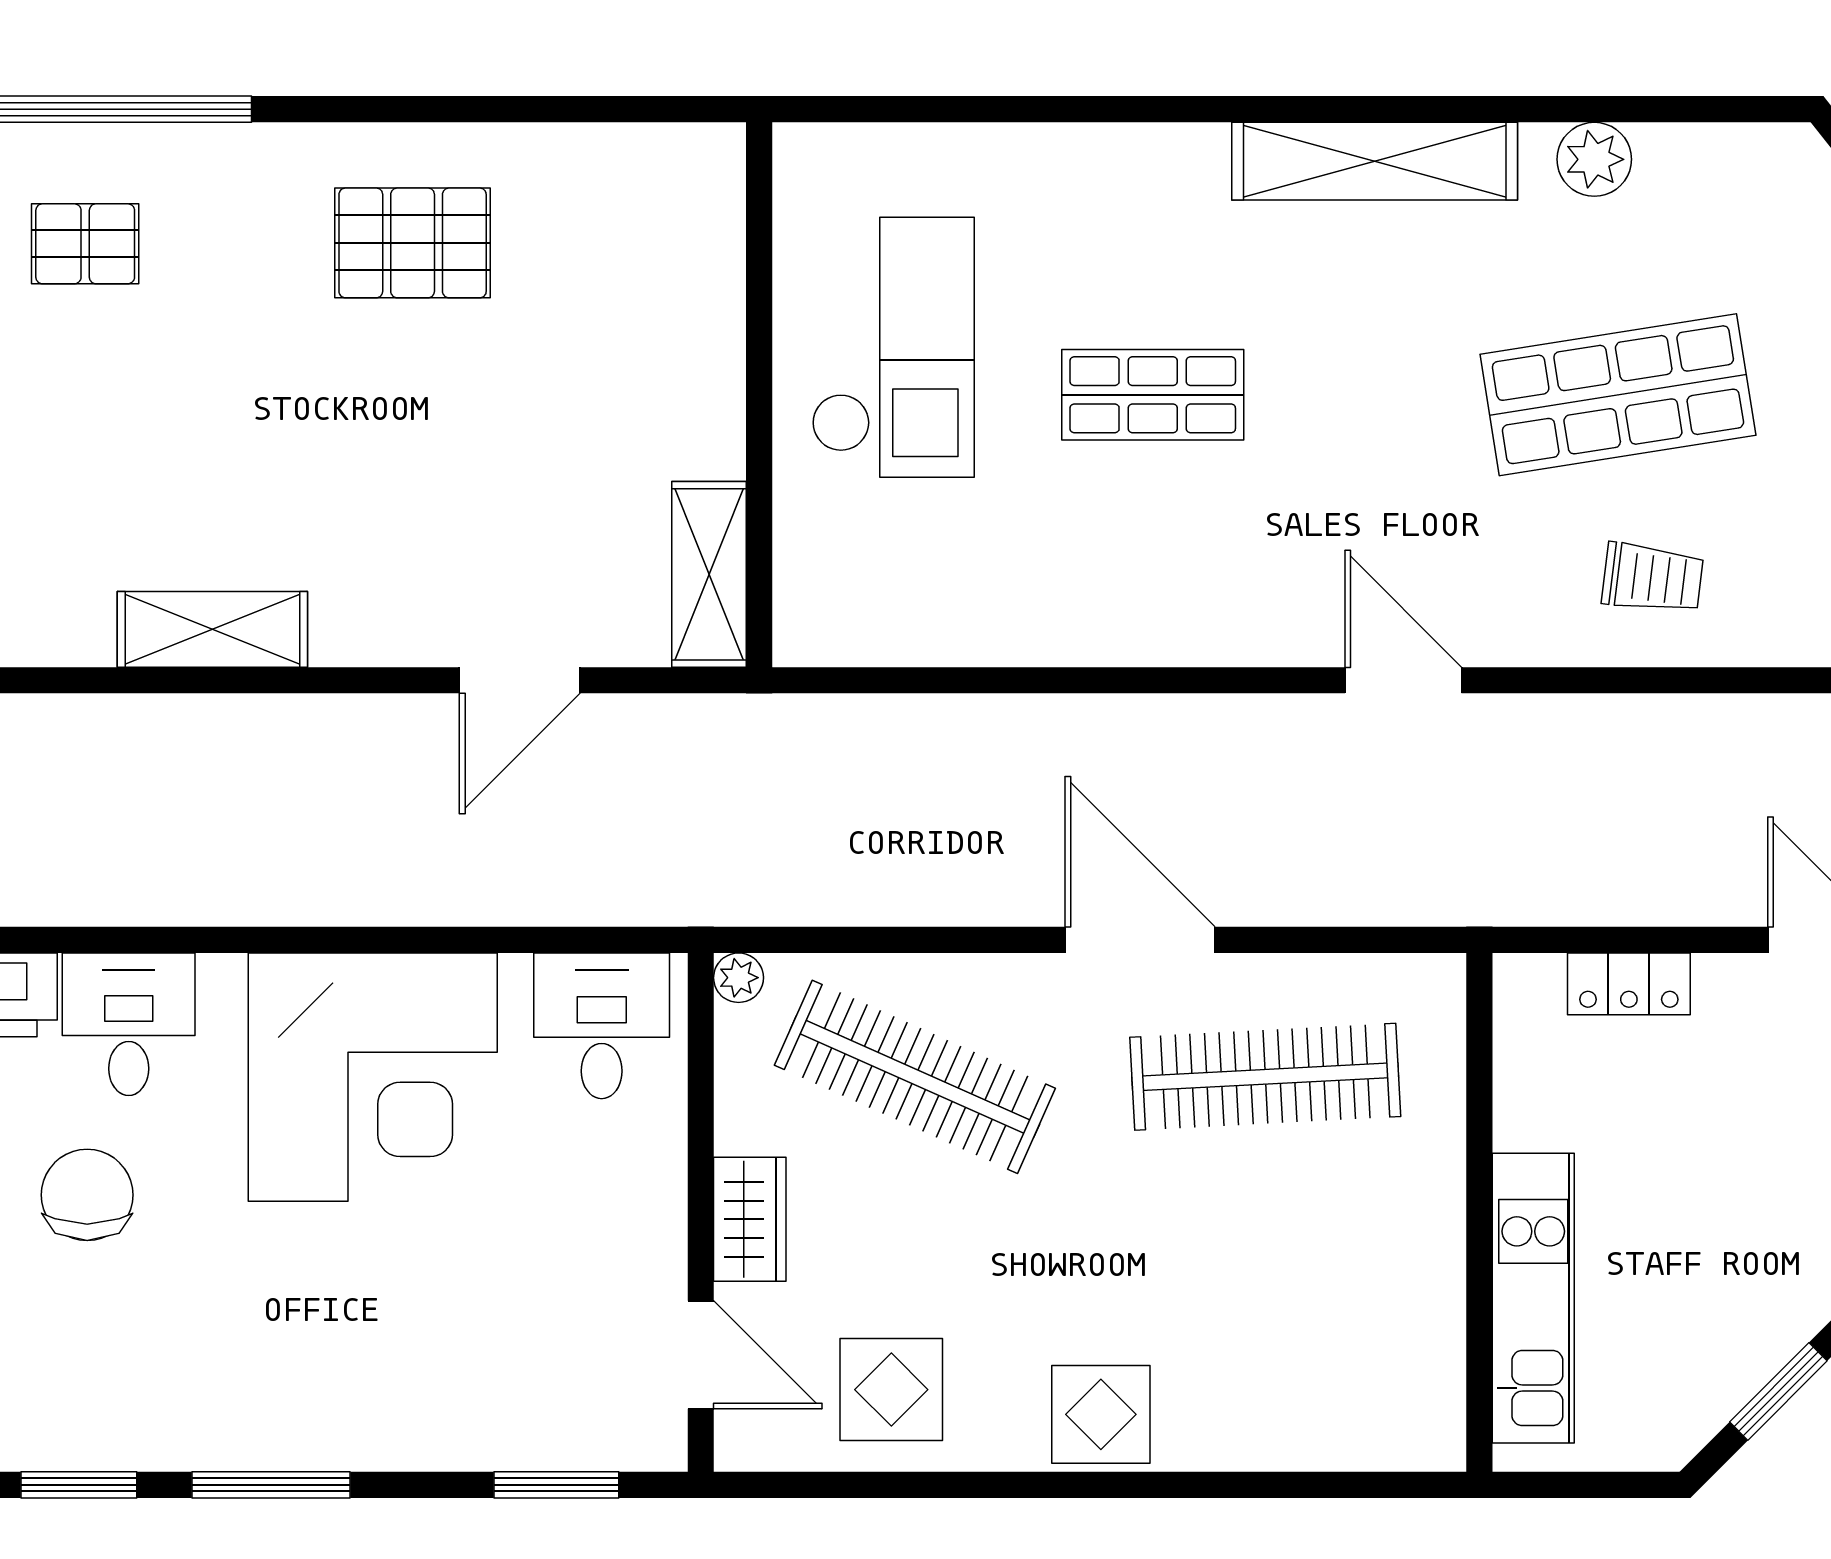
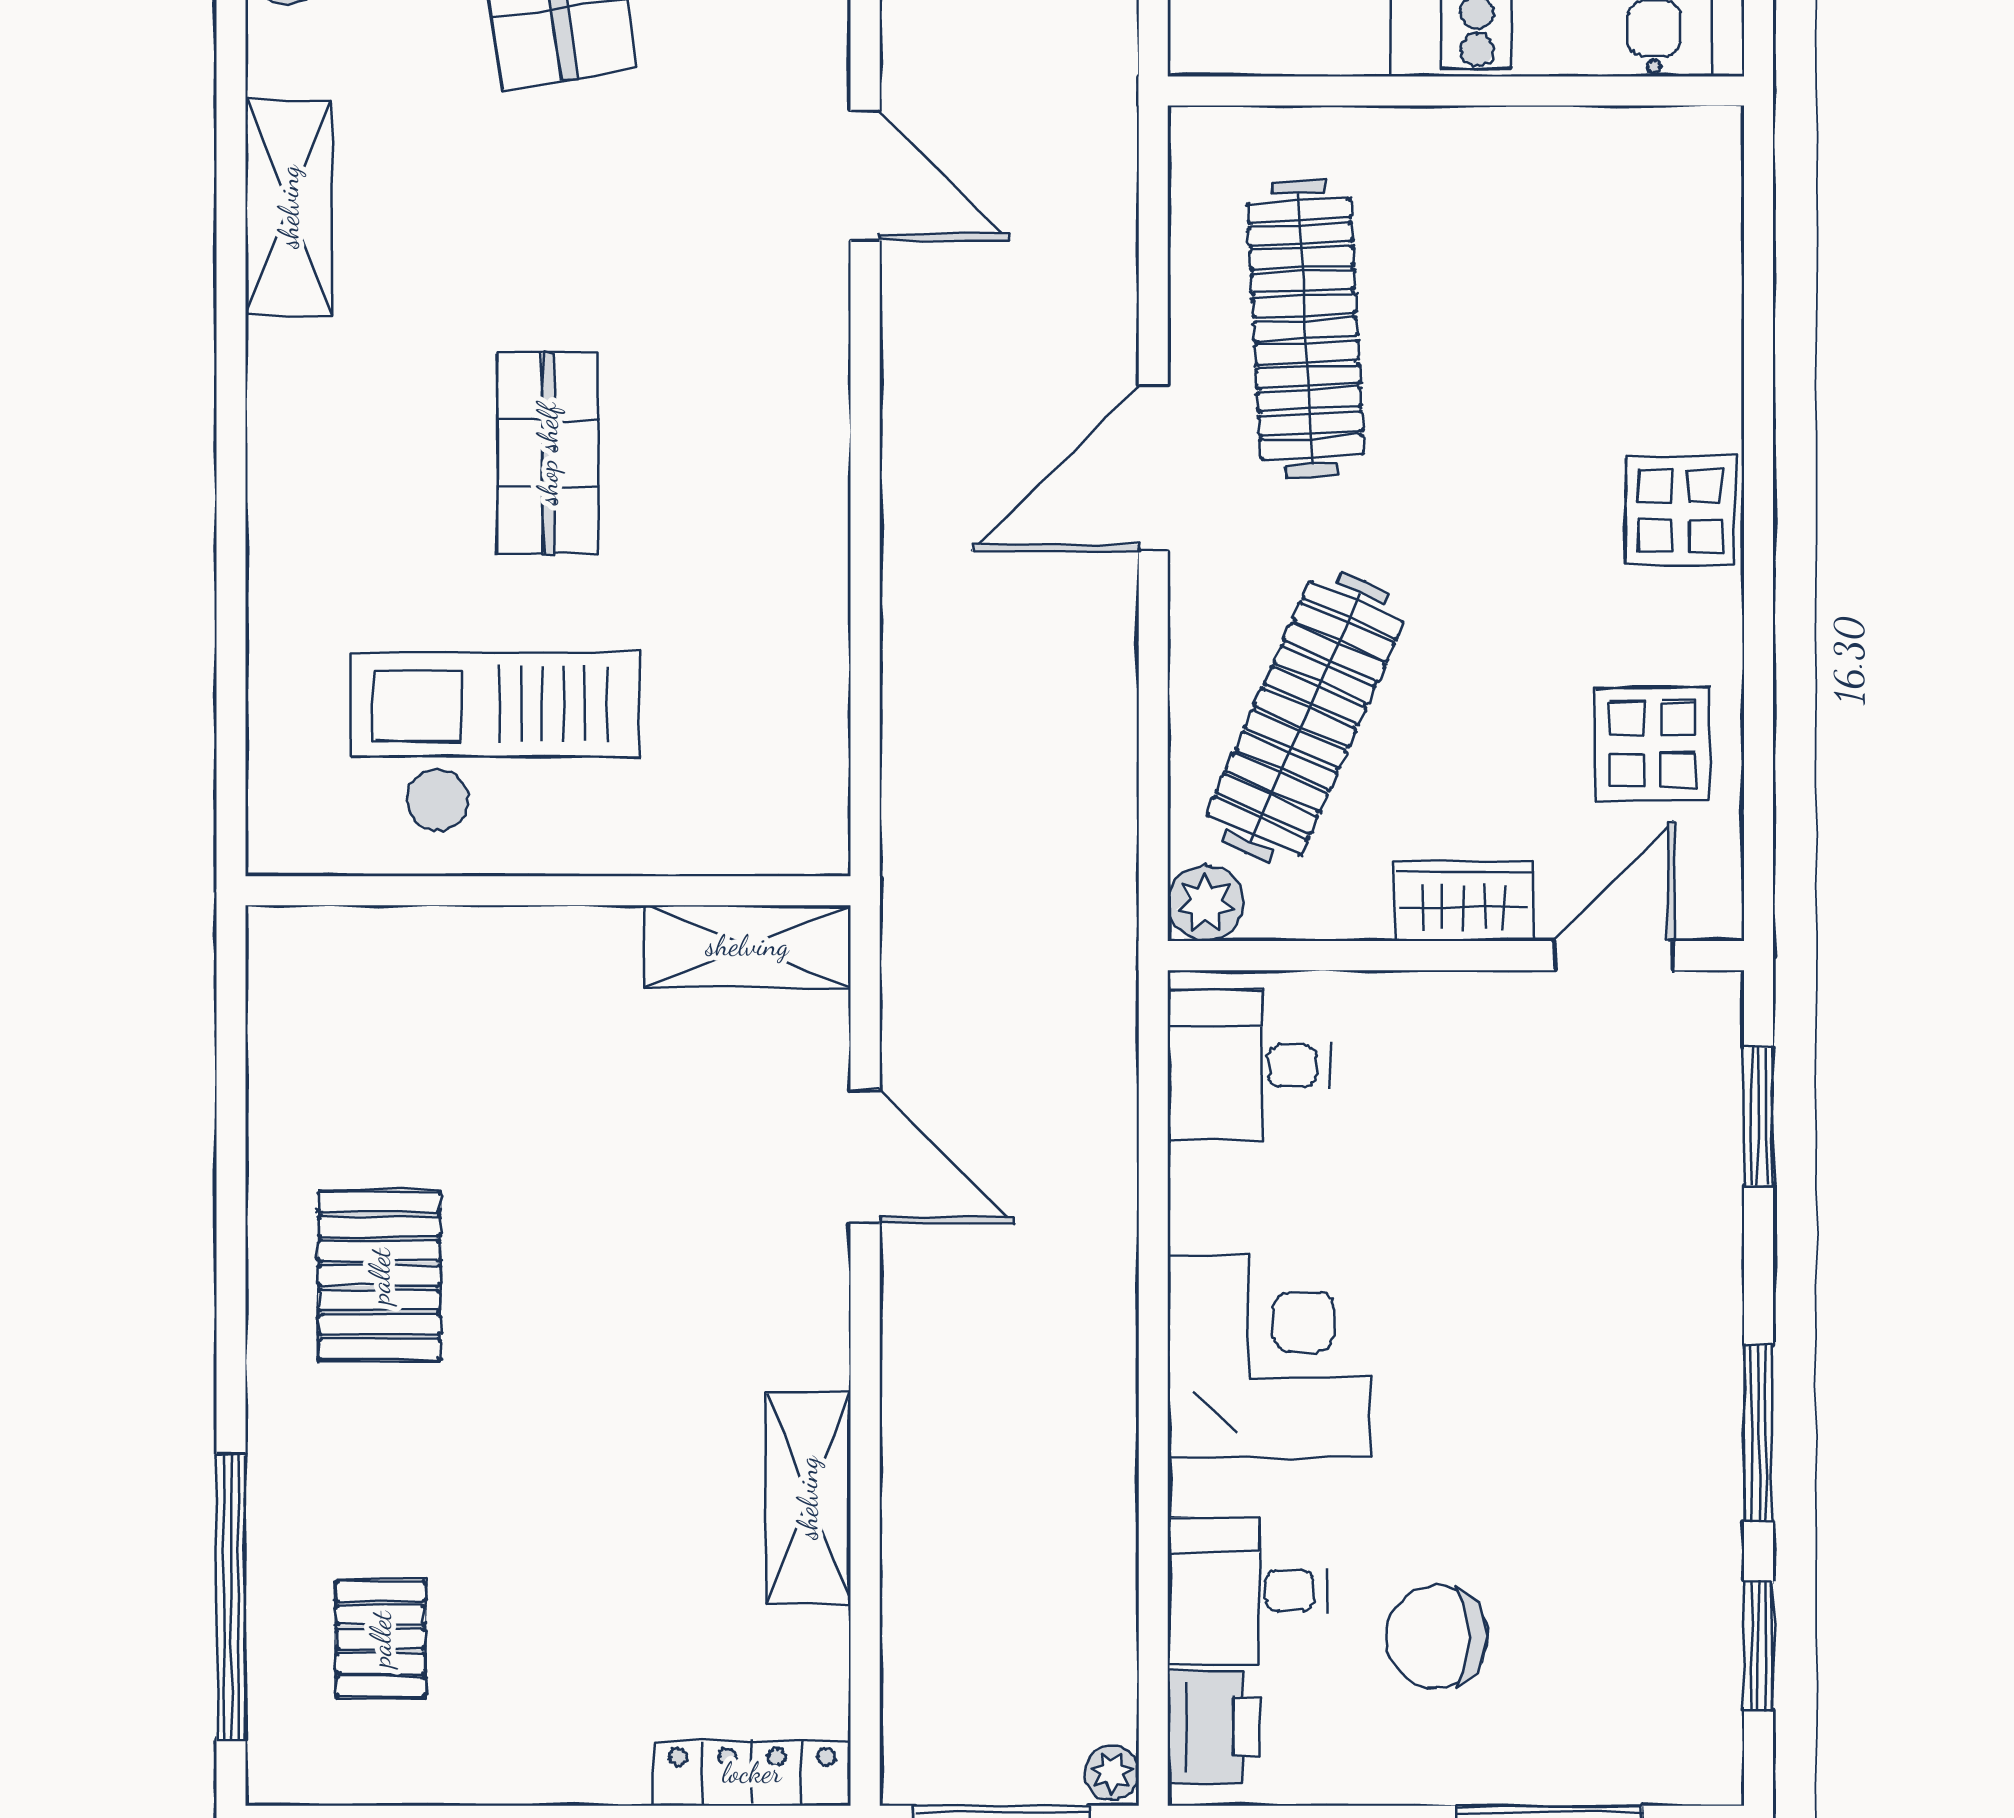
shelving: (1375, 161) -> (289, 207), width x0.68
door: (1403, 680) -> (865, 176), swing flipped
plant: (739, 978) -> (1206, 903), width x1.38, depth x1.38
corner desk: (373, 1077) -> (1269, 1356), width x0.74, depth x0.74

